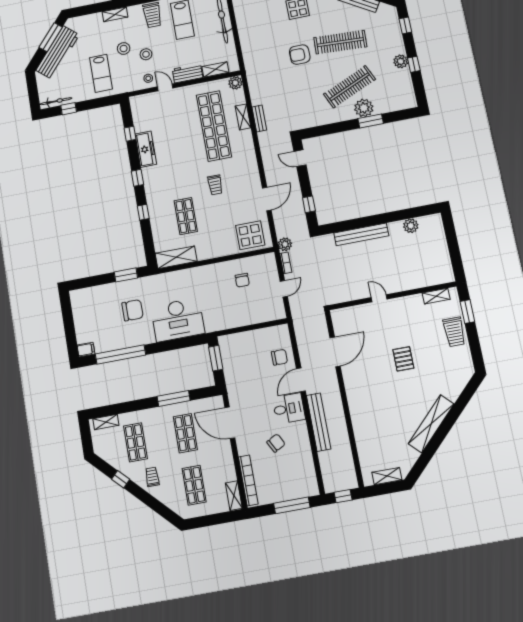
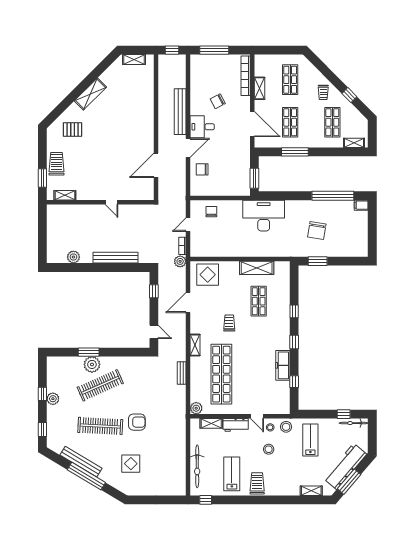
shelving: (115, 14) -> (311, 491), moved
stool: (124, 49) -> (286, 427), moved
shelving: (243, 117) -> (195, 345), moved
shelving: (176, 257) -> (257, 268), moved
chair: (242, 280) -> (211, 212), moved
chair: (133, 310) -> (317, 230), turned -81
desk: (178, 320) -> (264, 216), moved
pallet: (403, 359) -> (73, 130), moved, turned 90
shelving: (431, 424) -> (90, 94), width x0.68
shelving: (234, 496) -> (260, 88), moved

